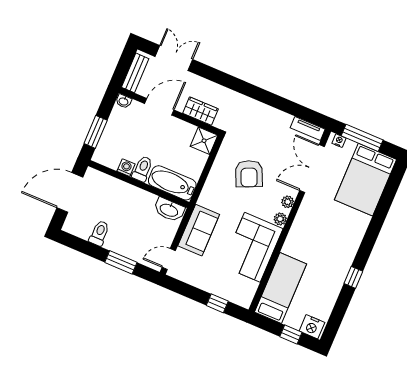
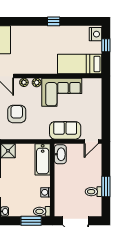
toilet: (142, 169) -> (42, 211), moved
armchair: (249, 174) -> (17, 114), turned -66
door: (169, 259) -> (91, 141), hinge flipped
window: (121, 262) -> (106, 186), moved
window: (217, 303) -> (106, 99), removed

